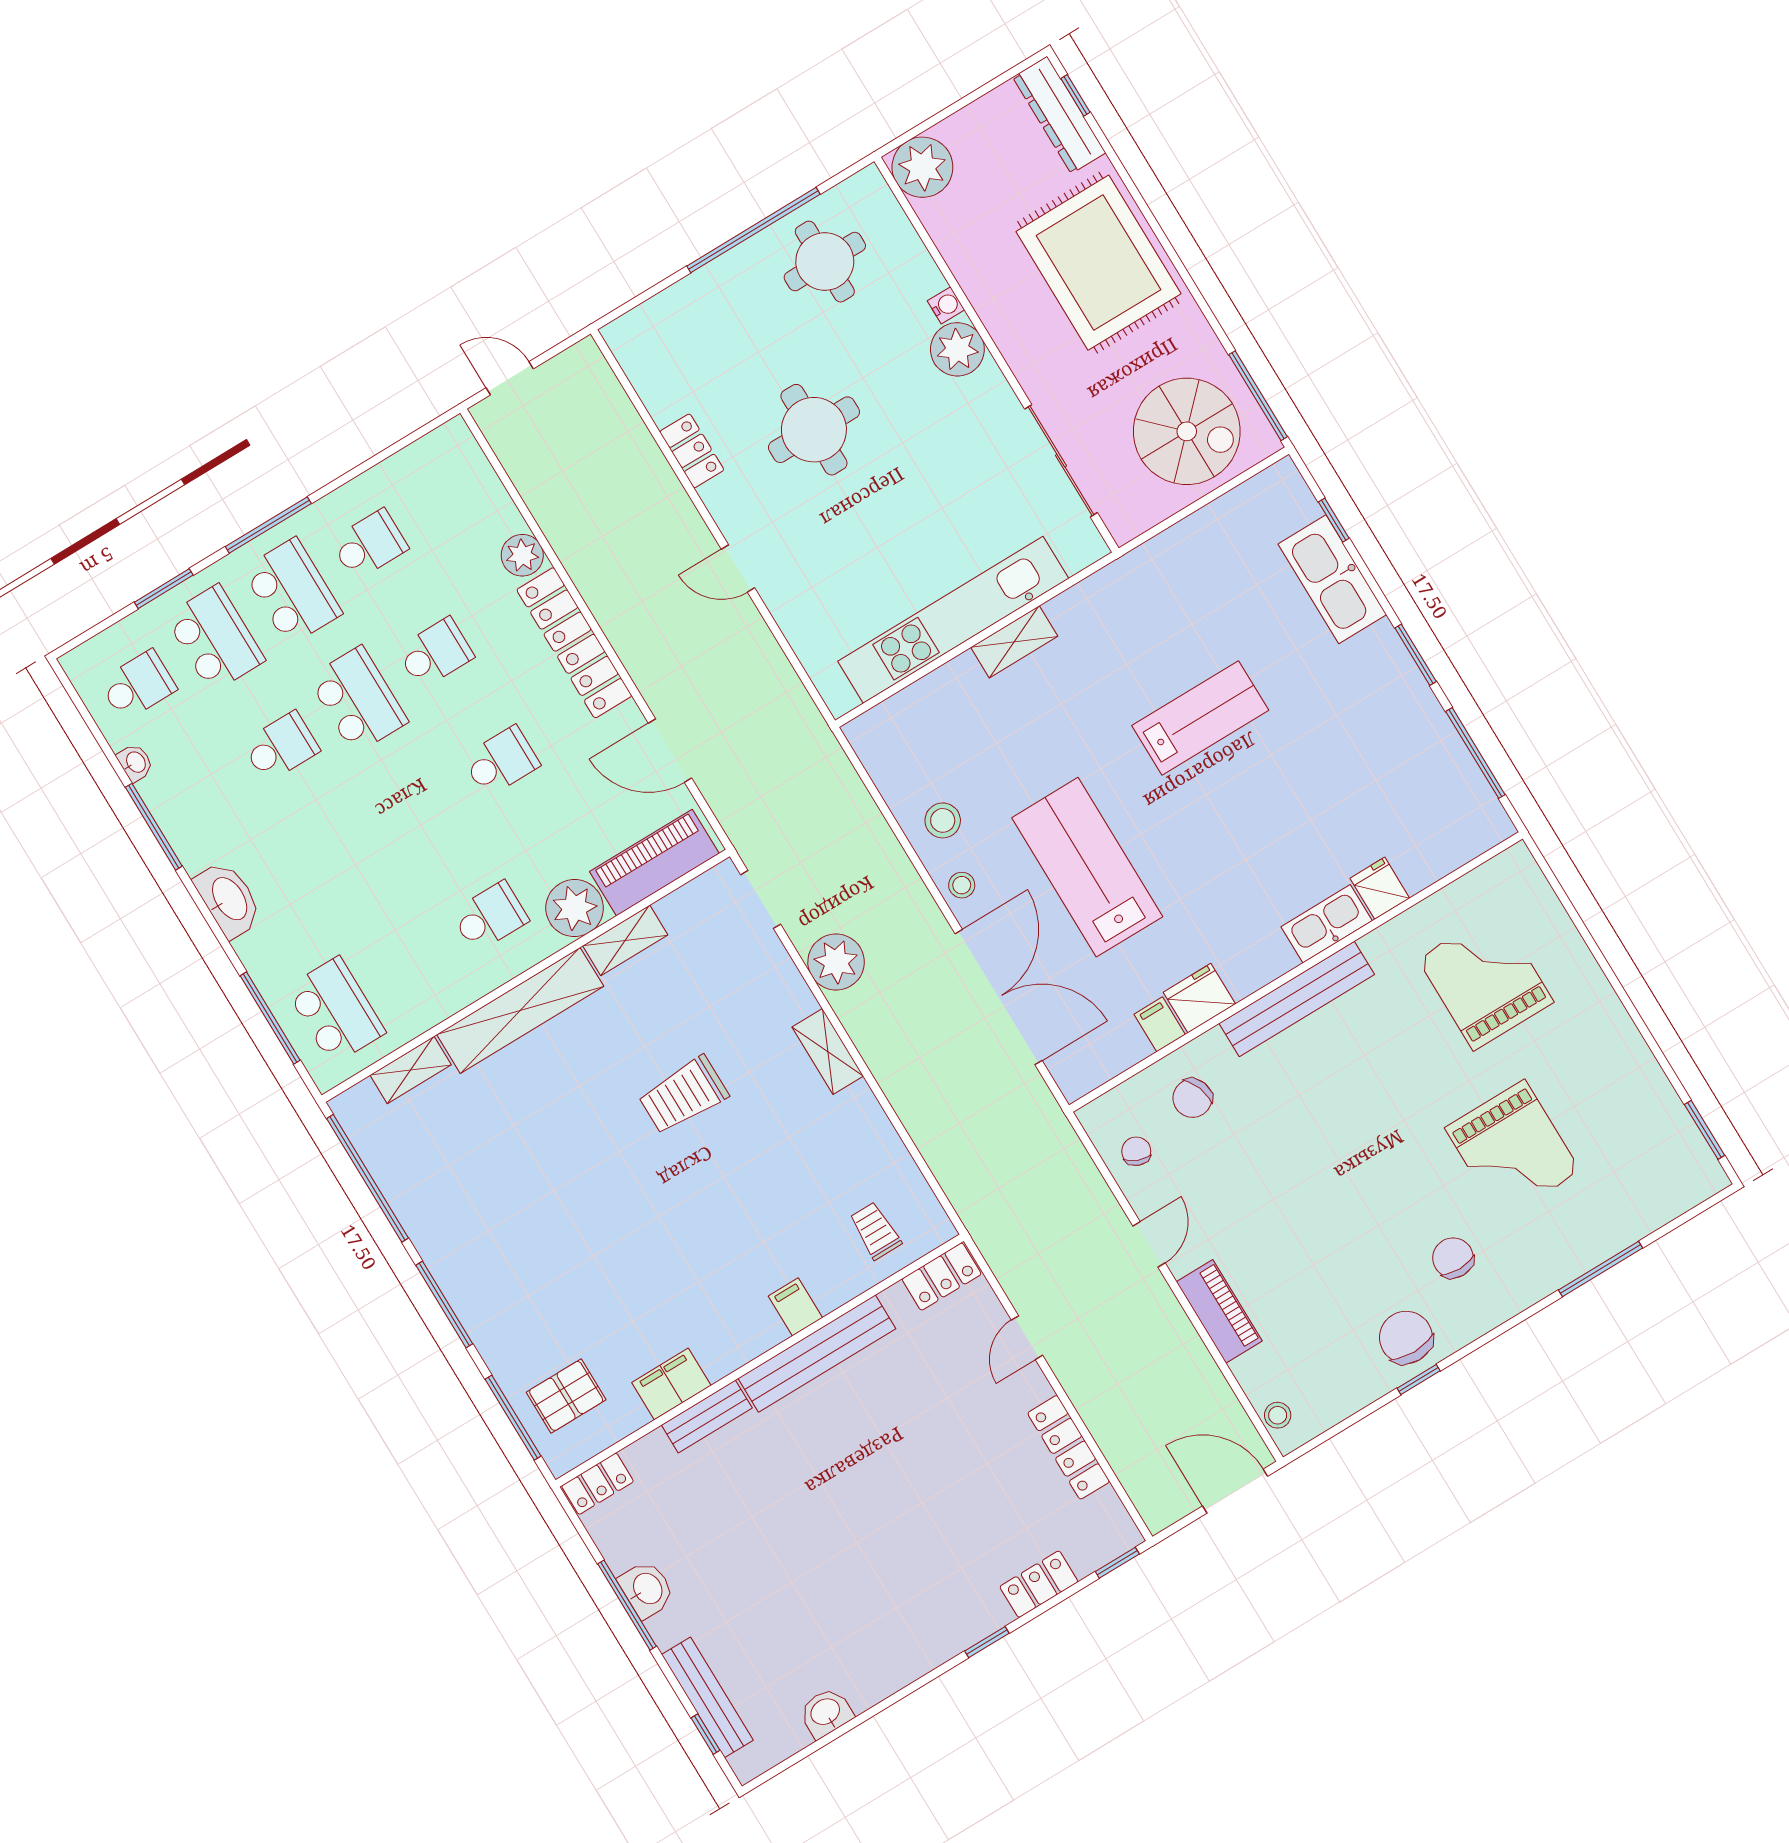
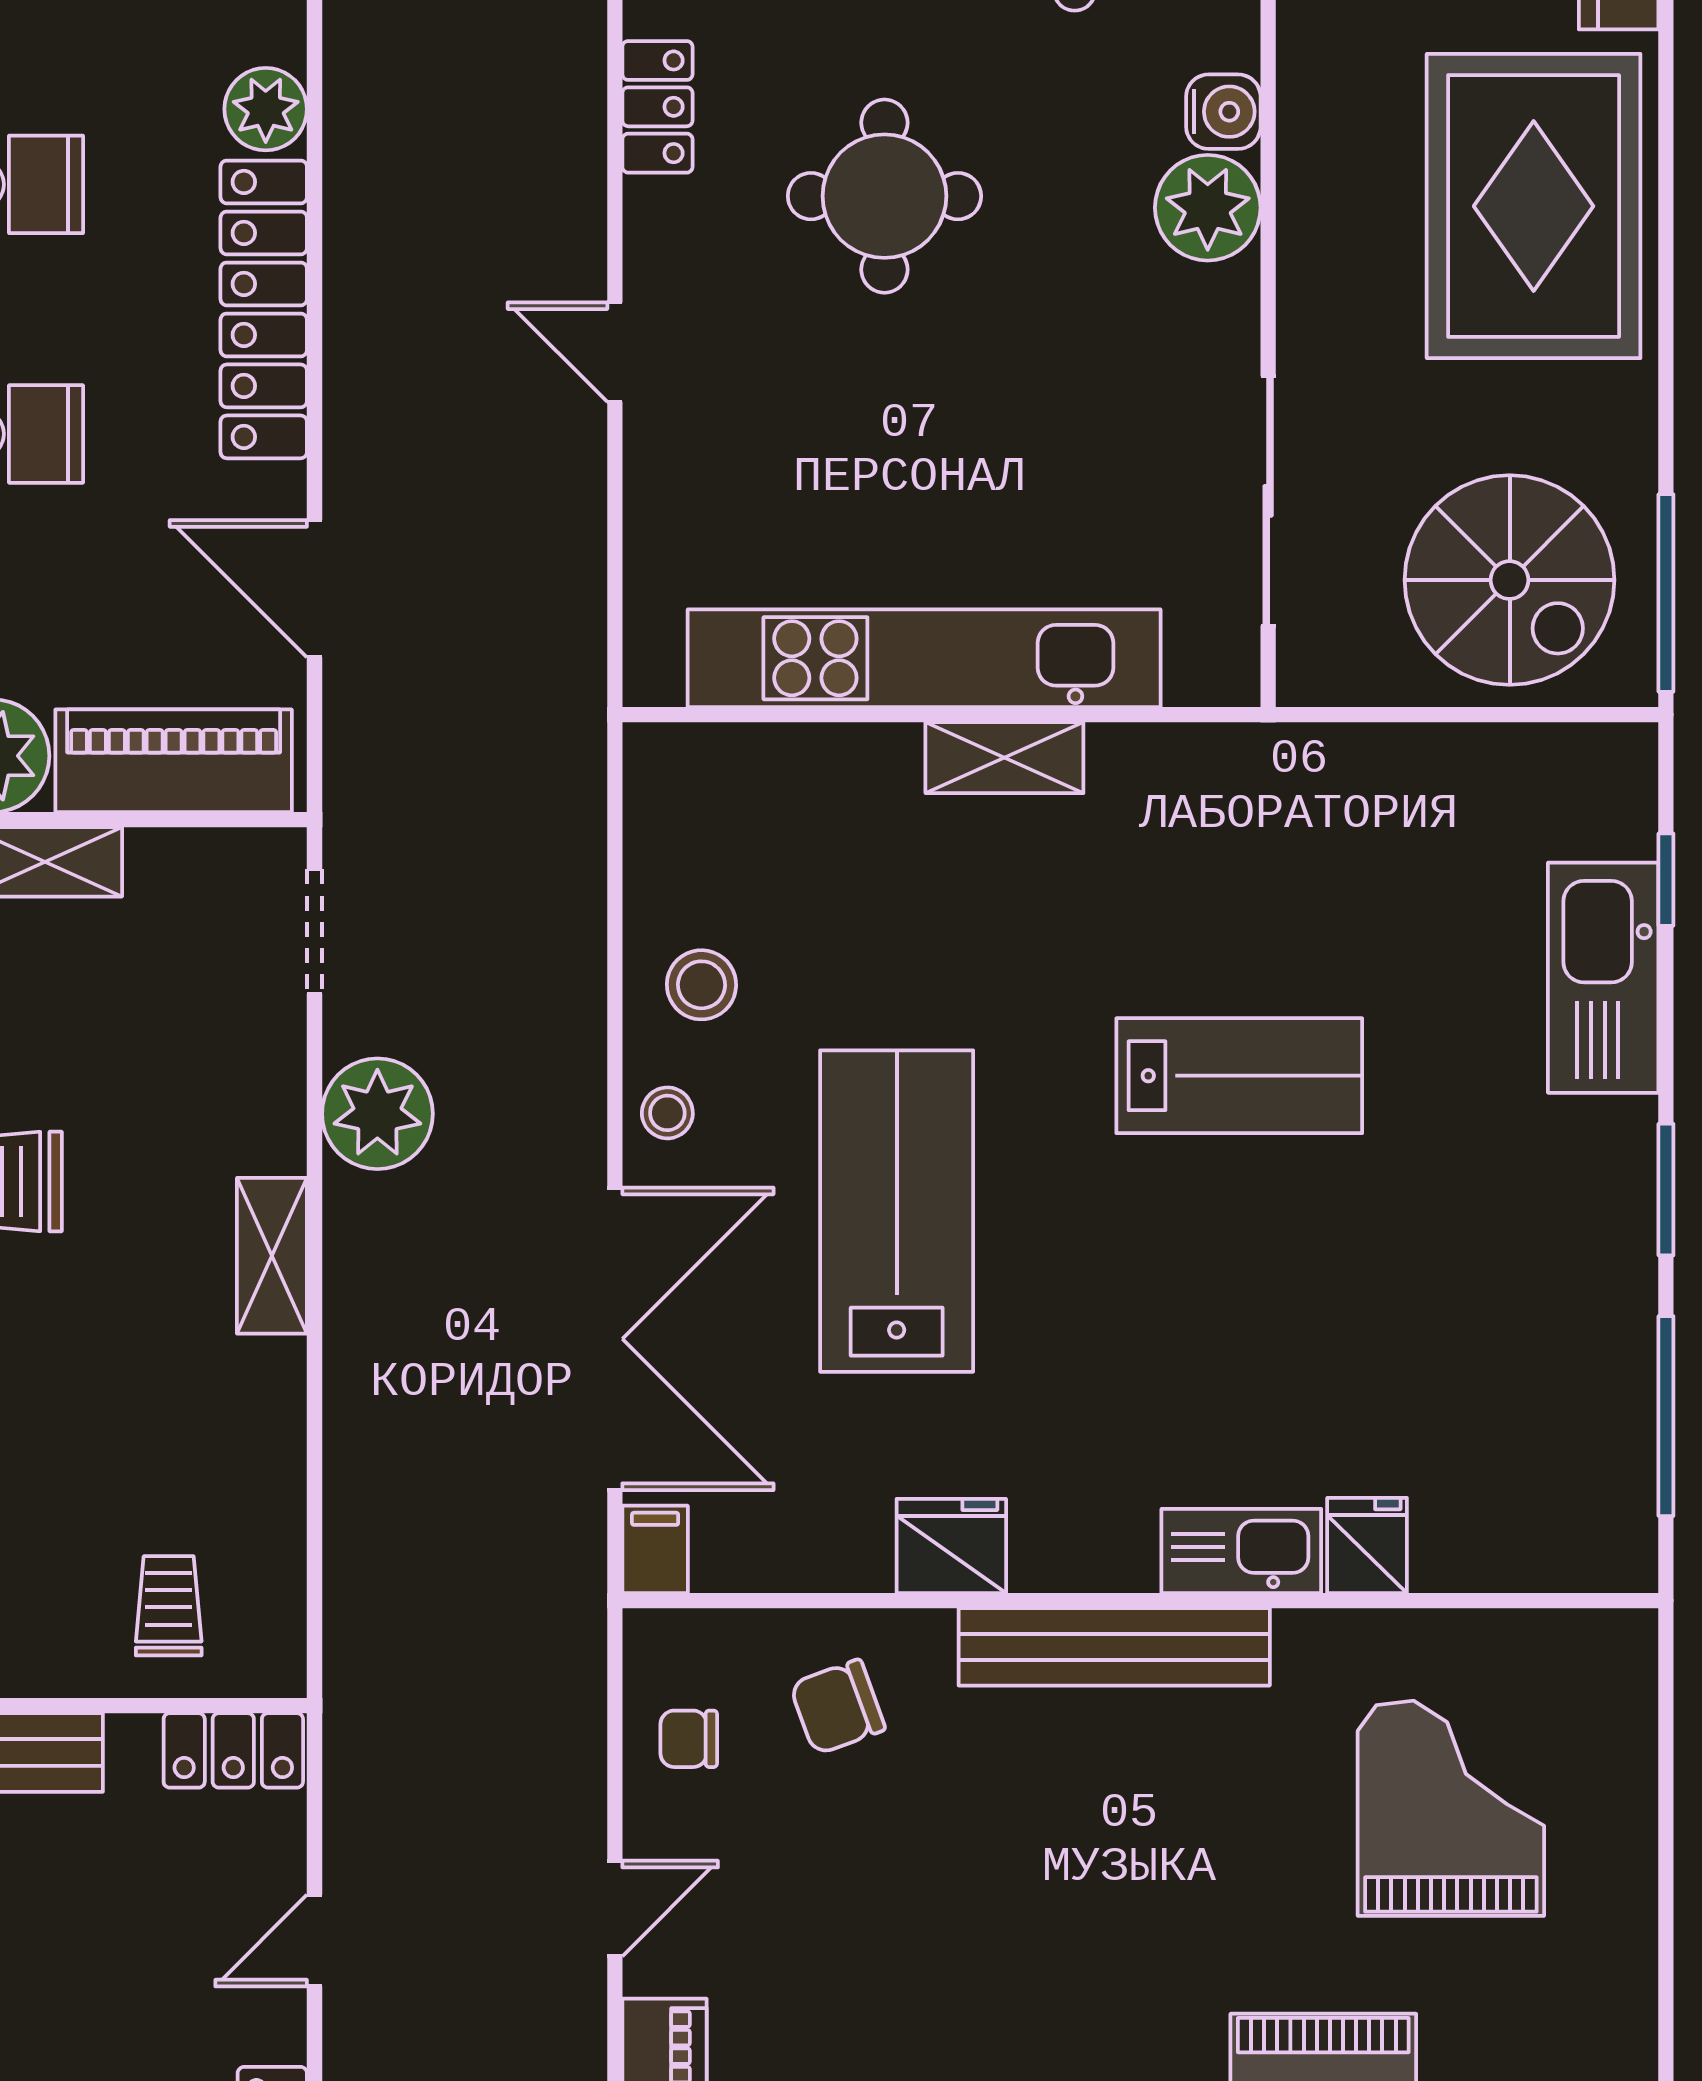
water cooler: (946, 305) -> (1223, 112), width x1.38, depth x1.38
filing cabinet: (1160, 1024) -> (655, 1549), moved
chair: (1136, 1151) -> (689, 1739), turned -112

